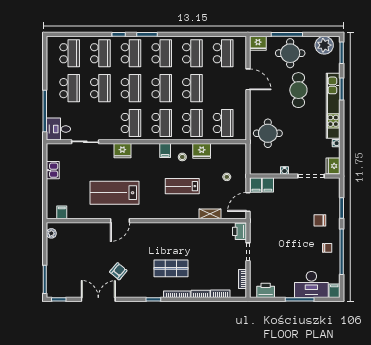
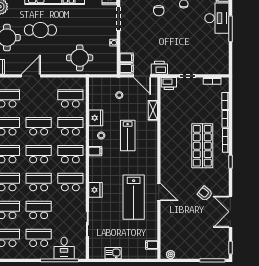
desk: (58, 129) -> (64, 248), moved
shop shelf: (171, 268) -> (202, 146), width x1.43, depth x1.36
printer: (266, 290) -> (159, 68), moved, turned 90

